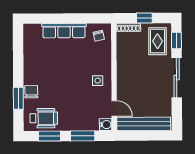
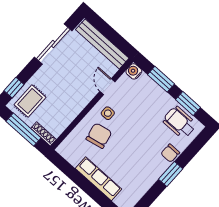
window: (144, 18) -> (24, 130), width x2.17
chair: (99, 36) -> (99, 136), moved, width x1.87, depth x1.87
sliding door: (177, 78) -> (53, 44), moved
window: (18, 98) -> (171, 174), moved
door: (114, 108) -> (107, 87), moved

